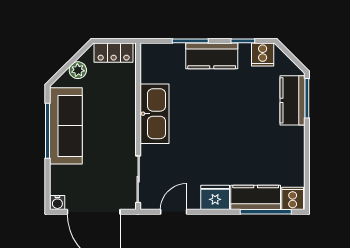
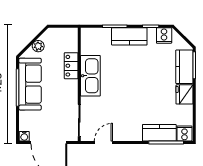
locker: (114, 53) -> (71, 66), moved, turned 90
fridge: (215, 197) -> (184, 94), moved, turned -90

